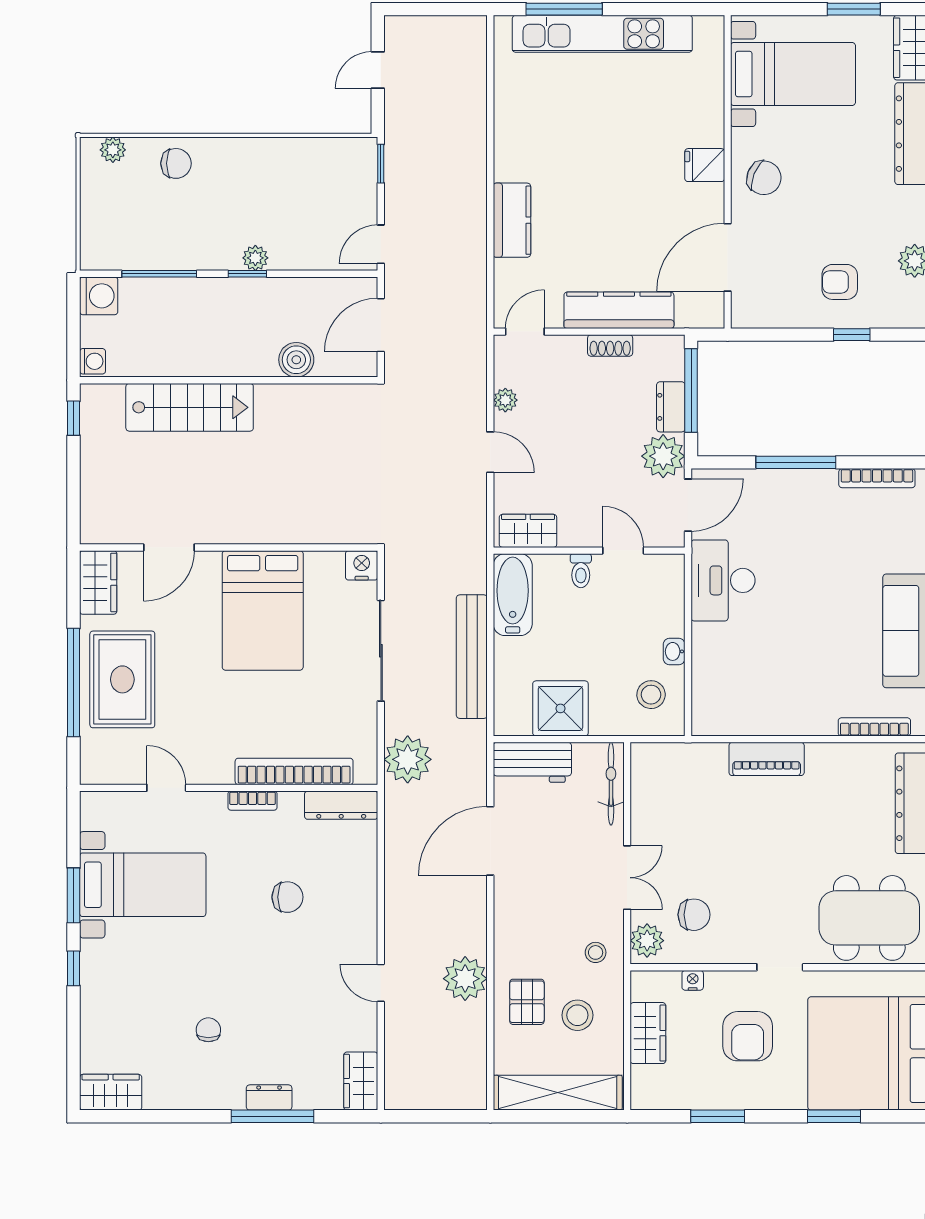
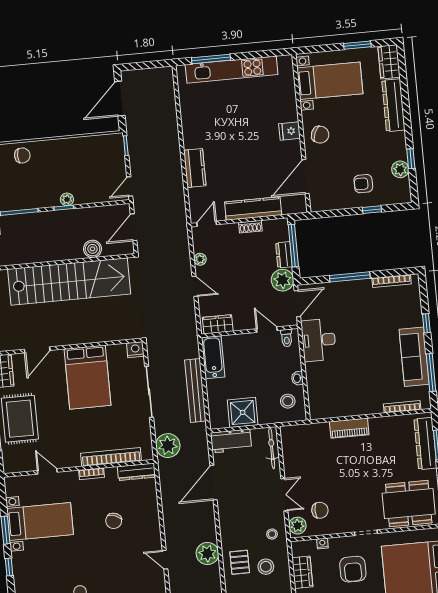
door: (378, 70) -> (120, 99), width x1.87
stairs: (190, 407) -> (69, 282), width x1.86, depth x1.51
toilet: (581, 571) -> (287, 338), moved
chair: (287, 897) -> (114, 521), turned 111

